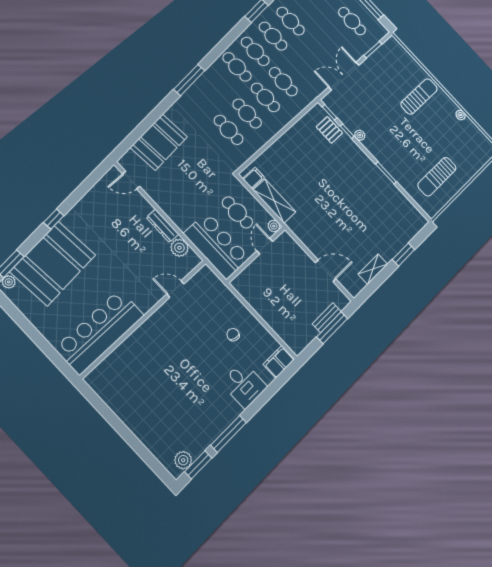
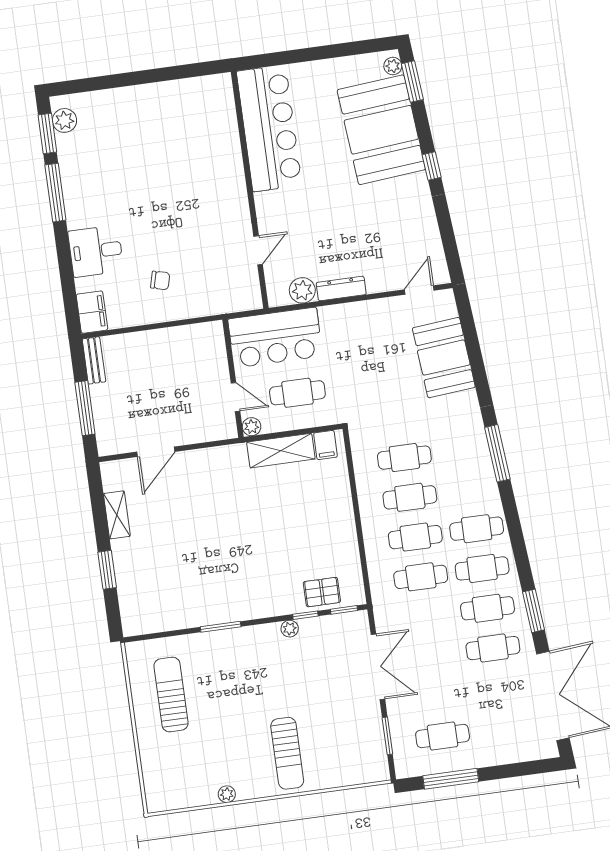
bench: (327, 318) -> (94, 360), moved

